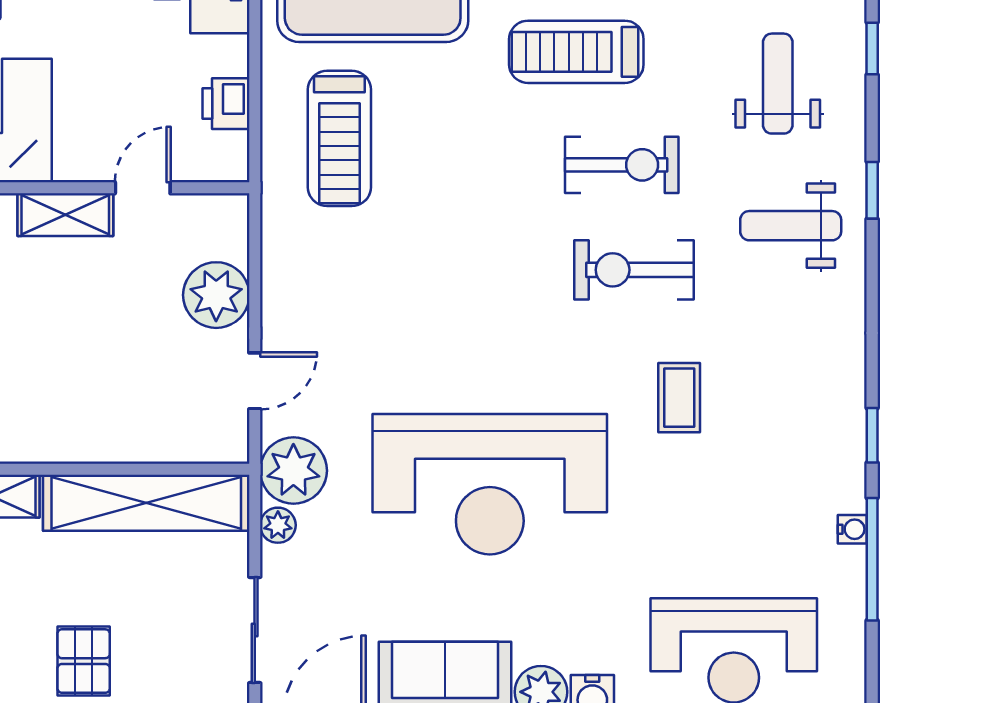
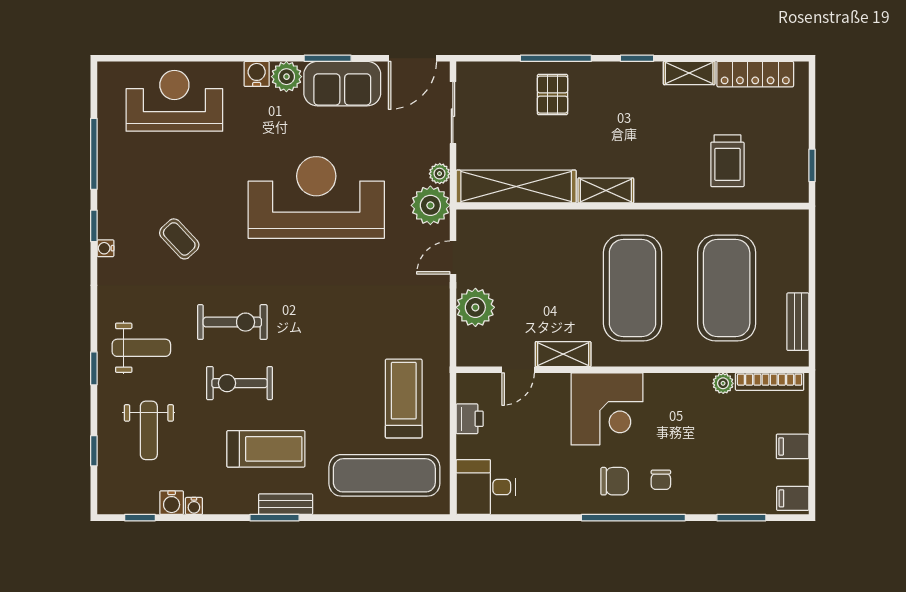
coffee table: (679, 398) -> (179, 239), moved, turned -43
water cooler: (852, 529) -> (105, 248), moved

